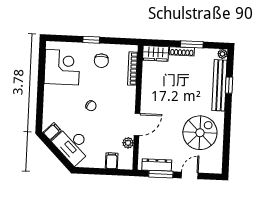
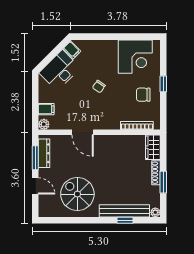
spiral stairs: (200, 133) -> (77, 194), turned 180
plant: (128, 143) -> (44, 124), moved

